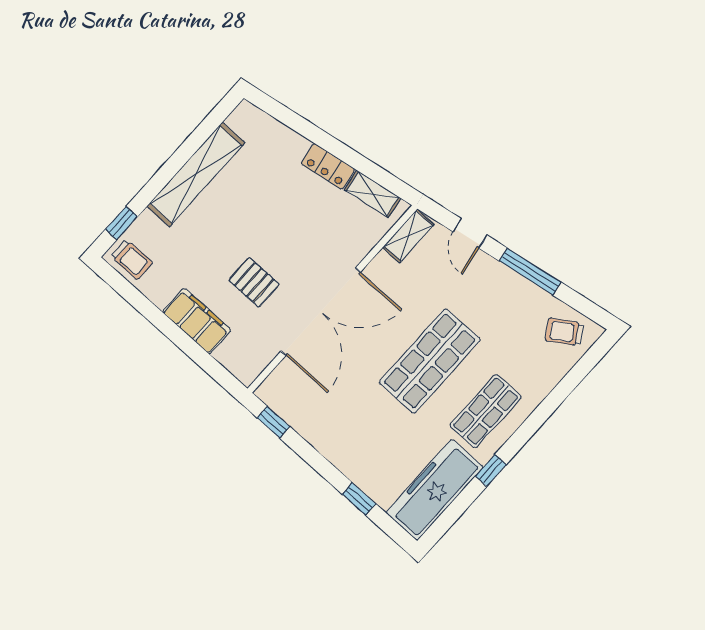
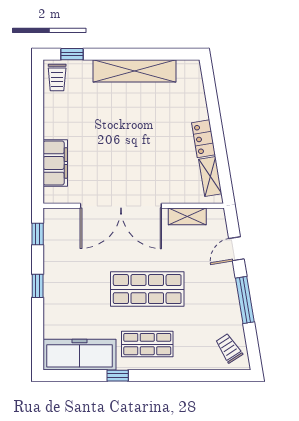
shelving: (408, 236) -> (187, 216), moved
pallet: (254, 282) -> (104, 155), removed
filing cabinet: (197, 321) -> (55, 163), moved
window: (359, 499) -> (38, 286), moved

